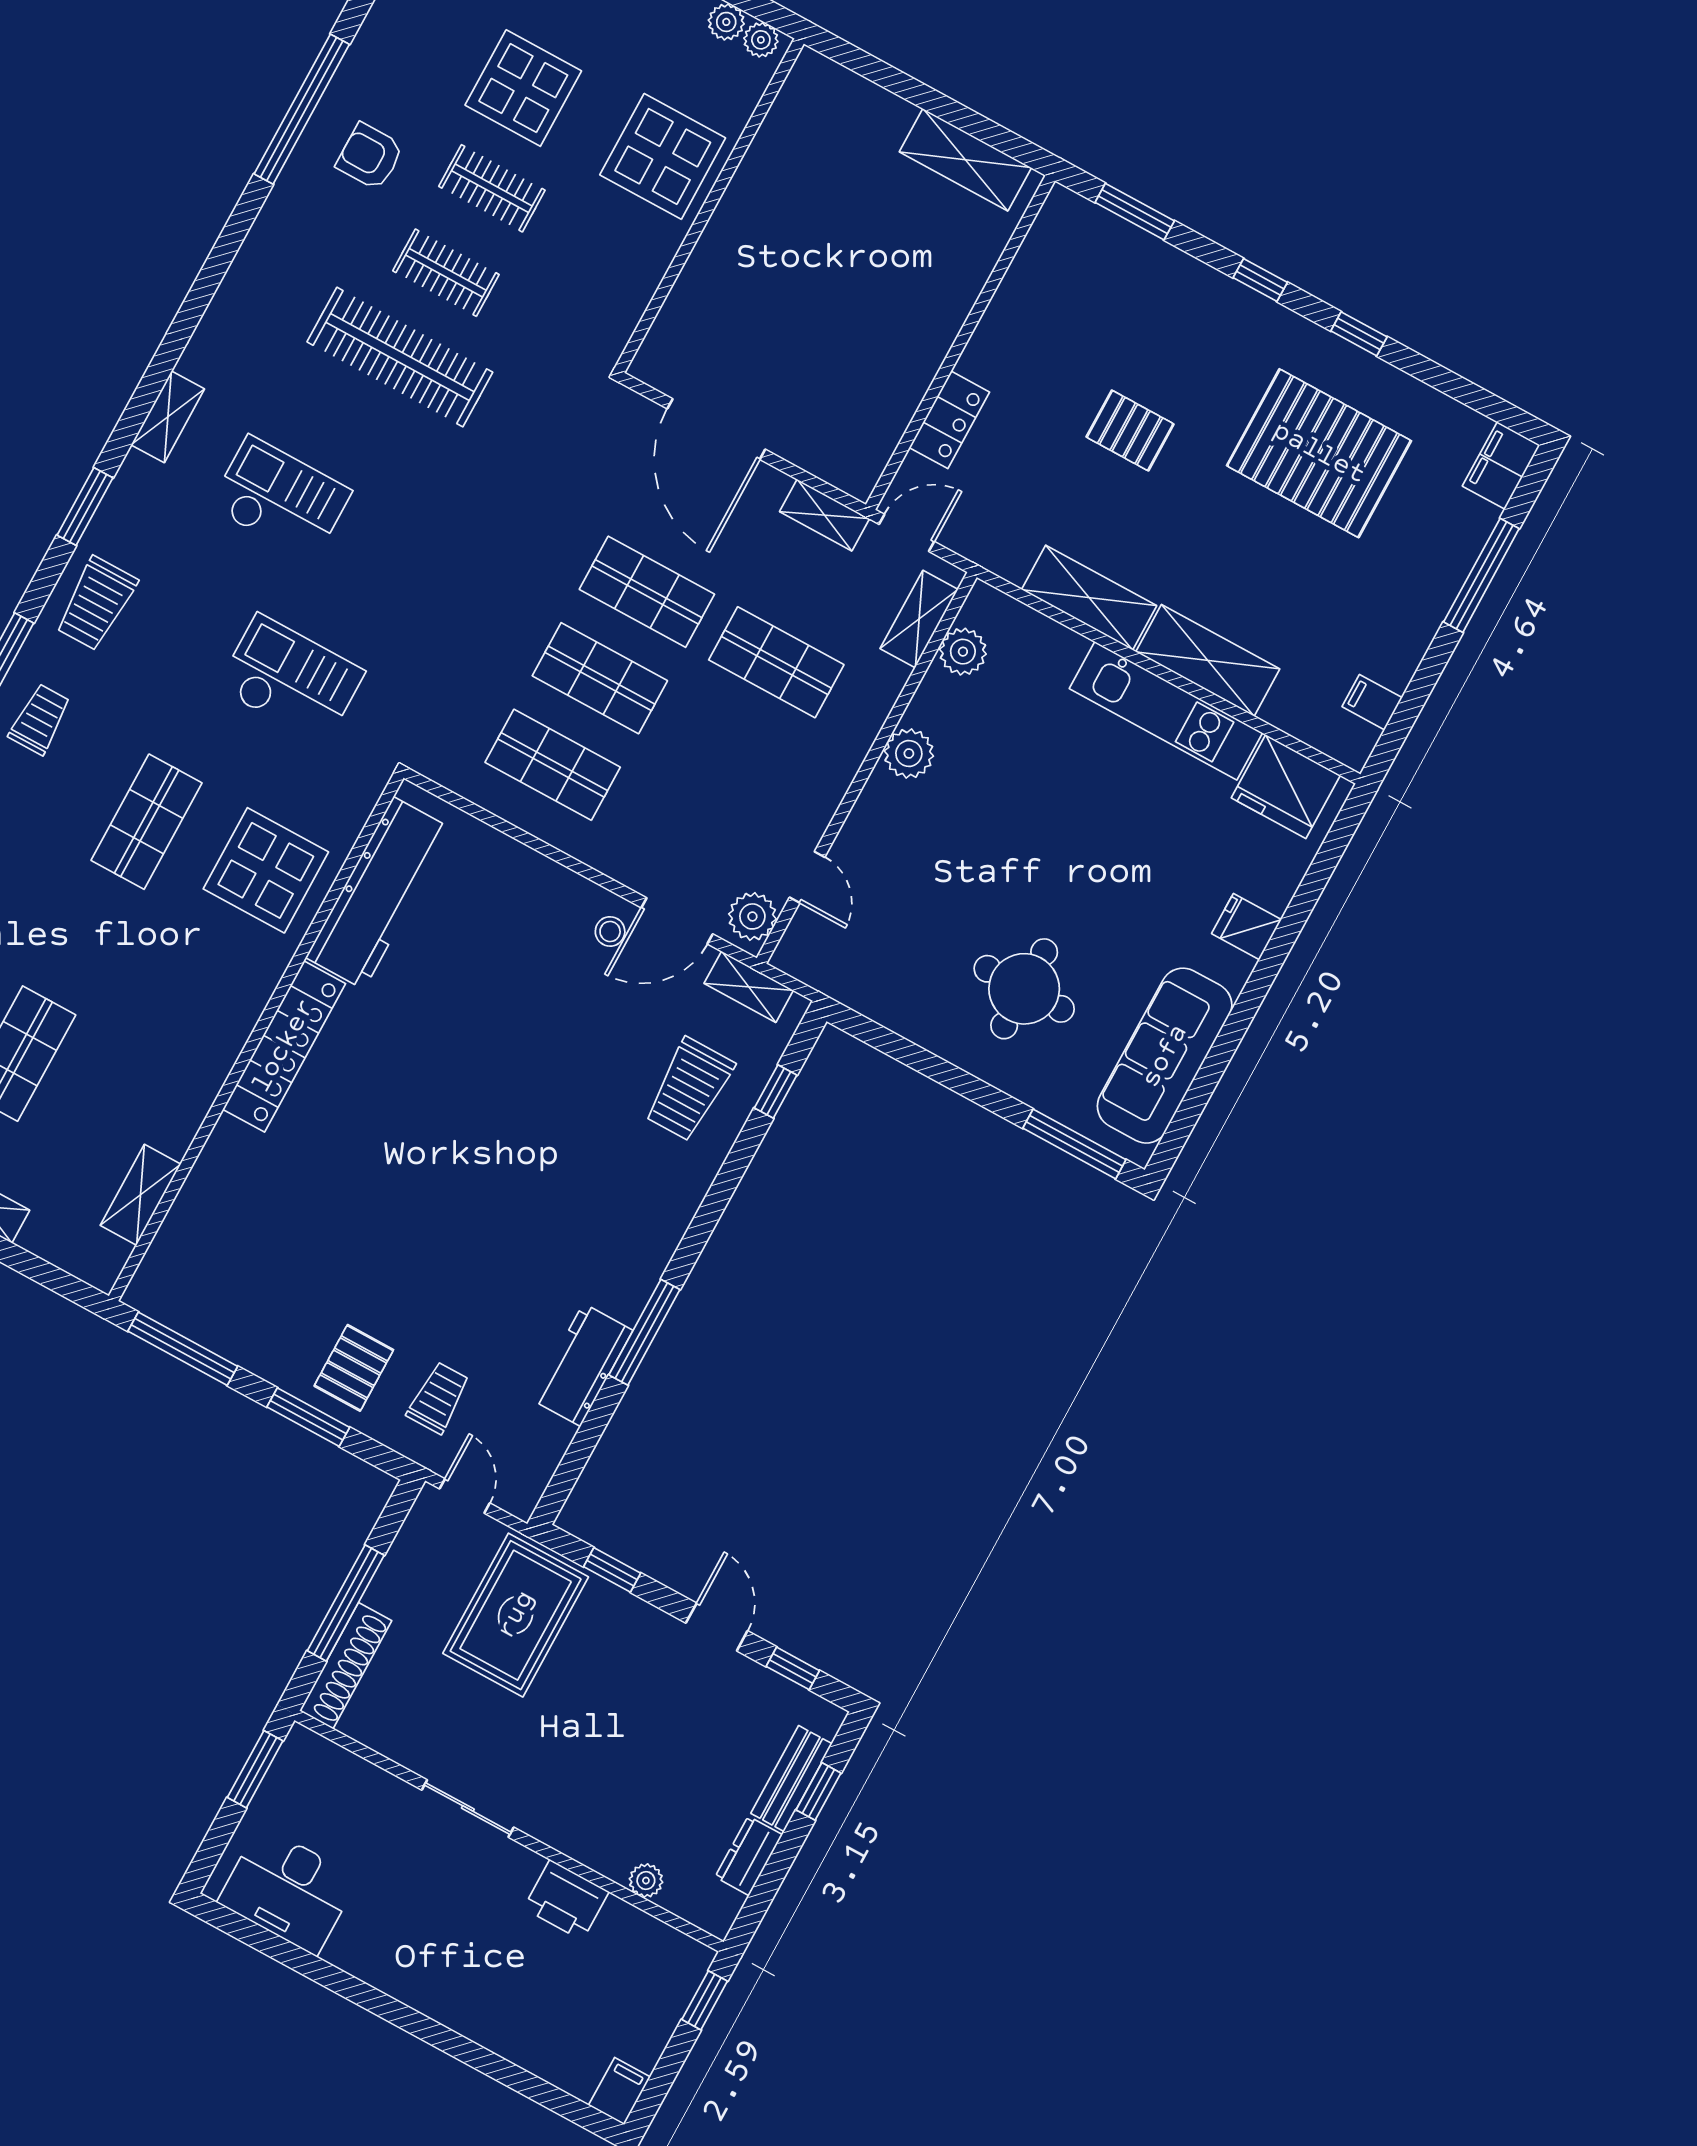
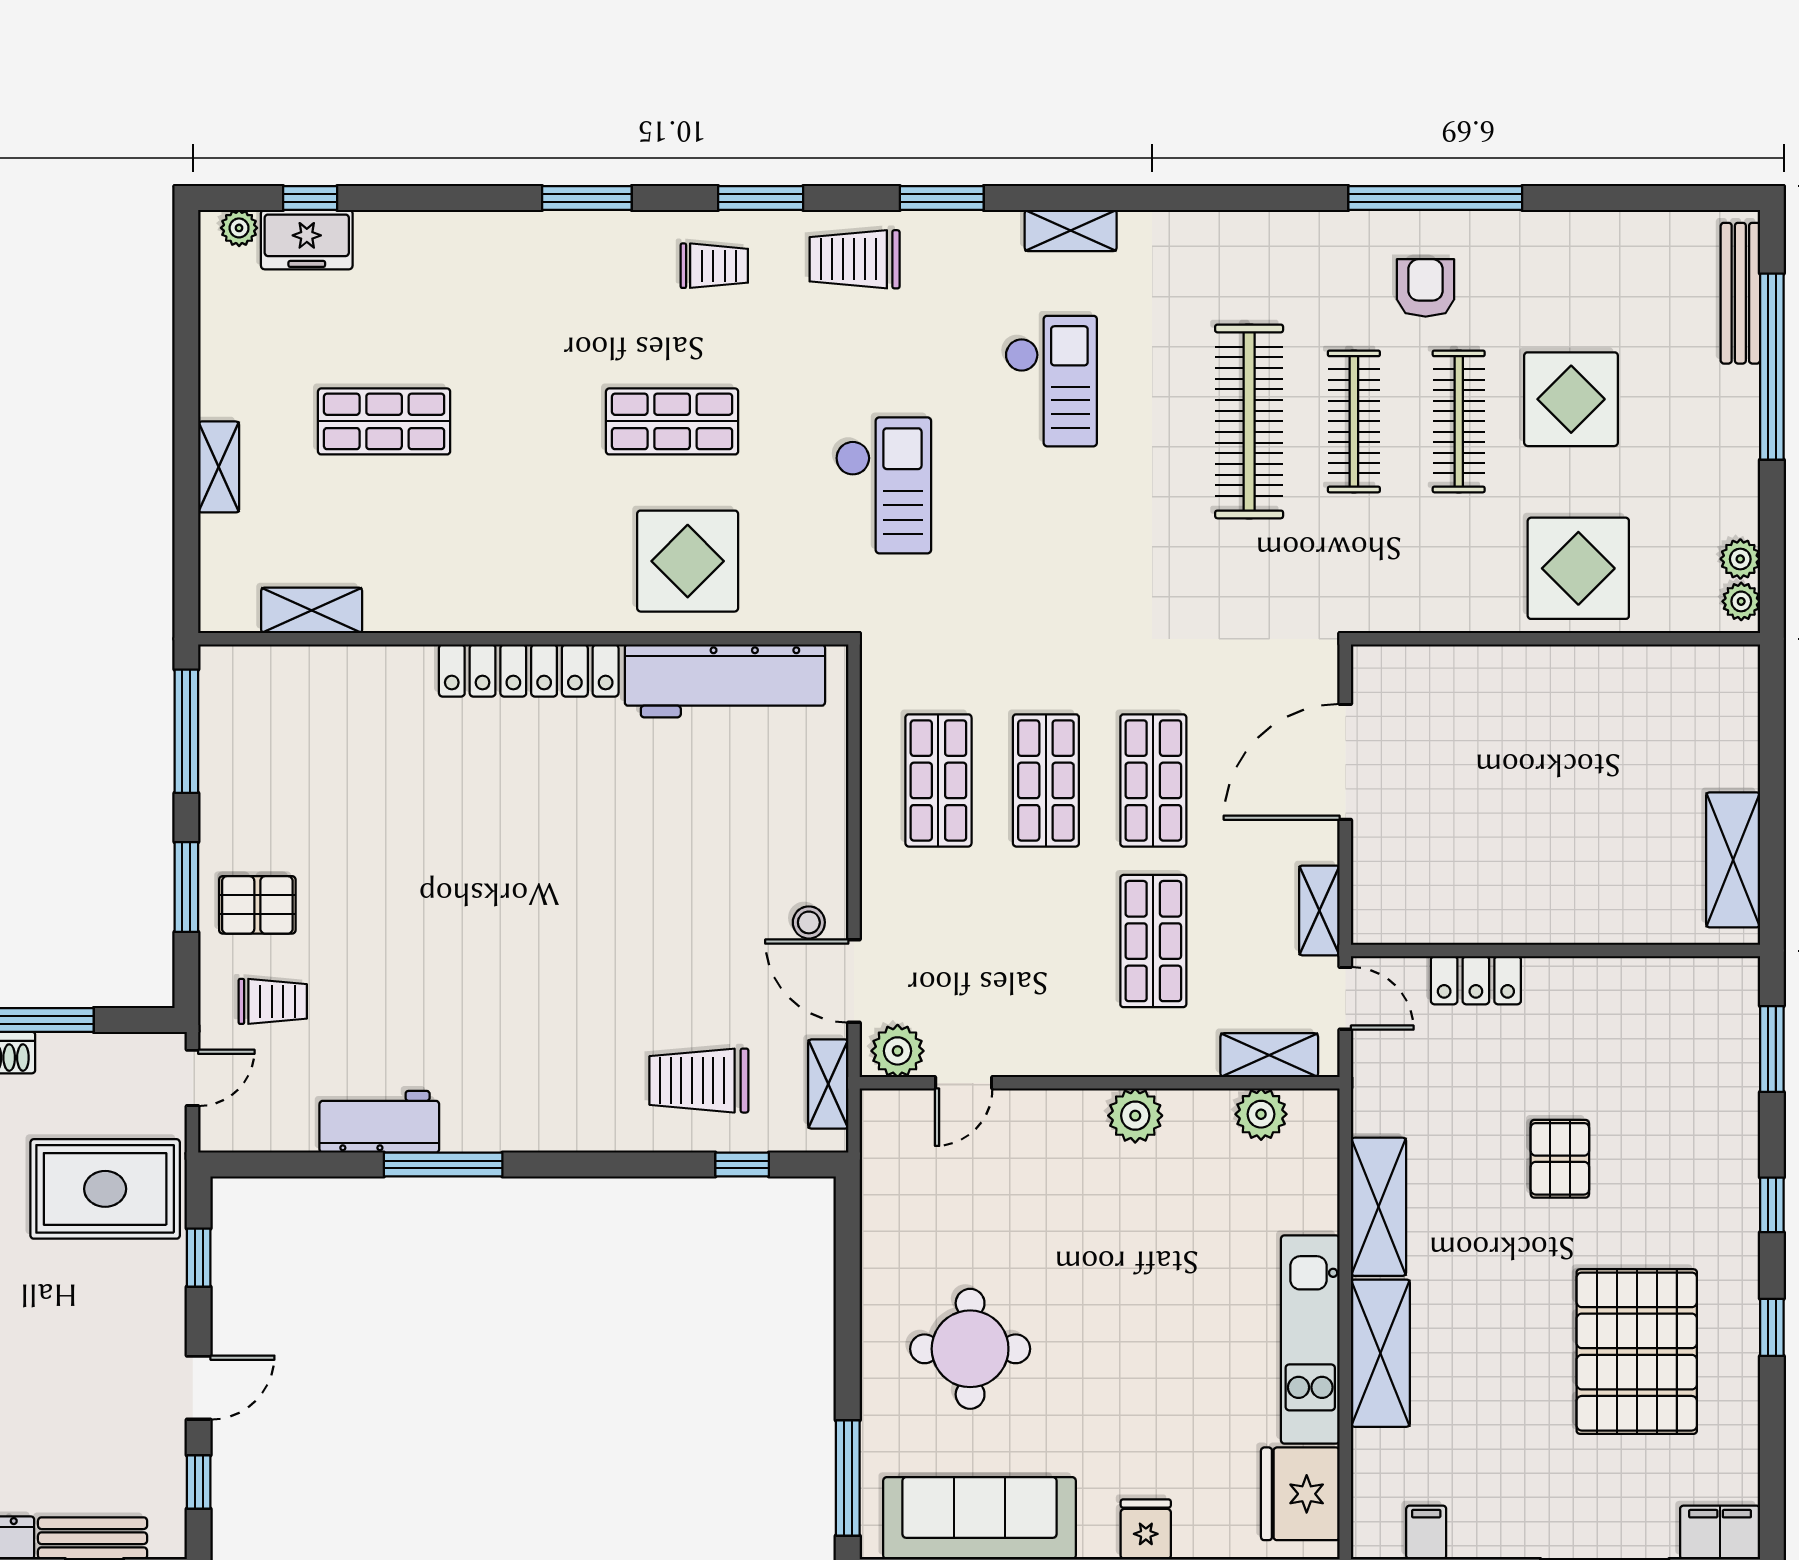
clothes rail: (492, 188) -> (1459, 421), width x1.36
clothes rail: (446, 273) -> (1354, 421), width x1.36

